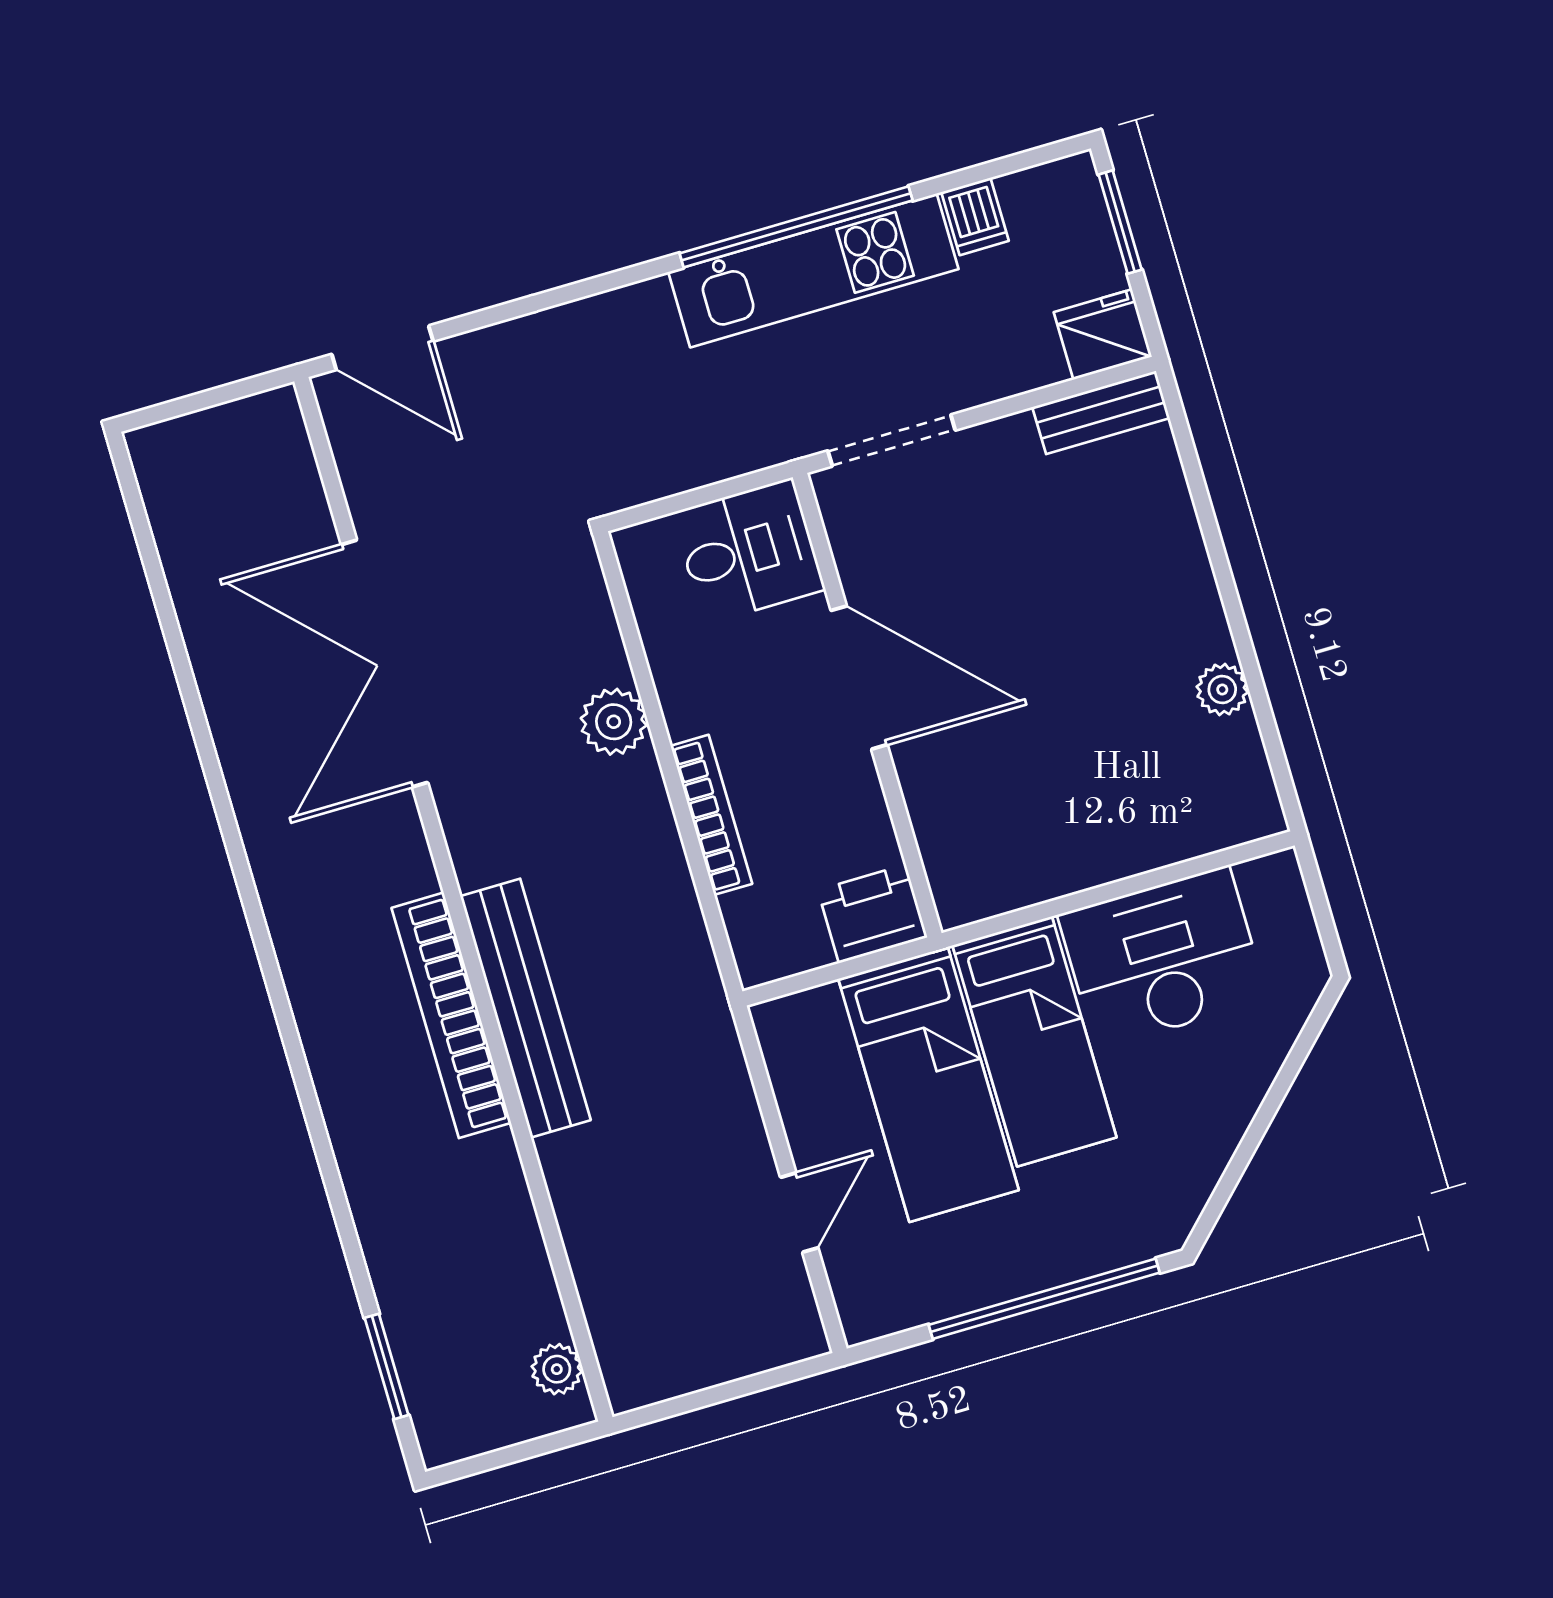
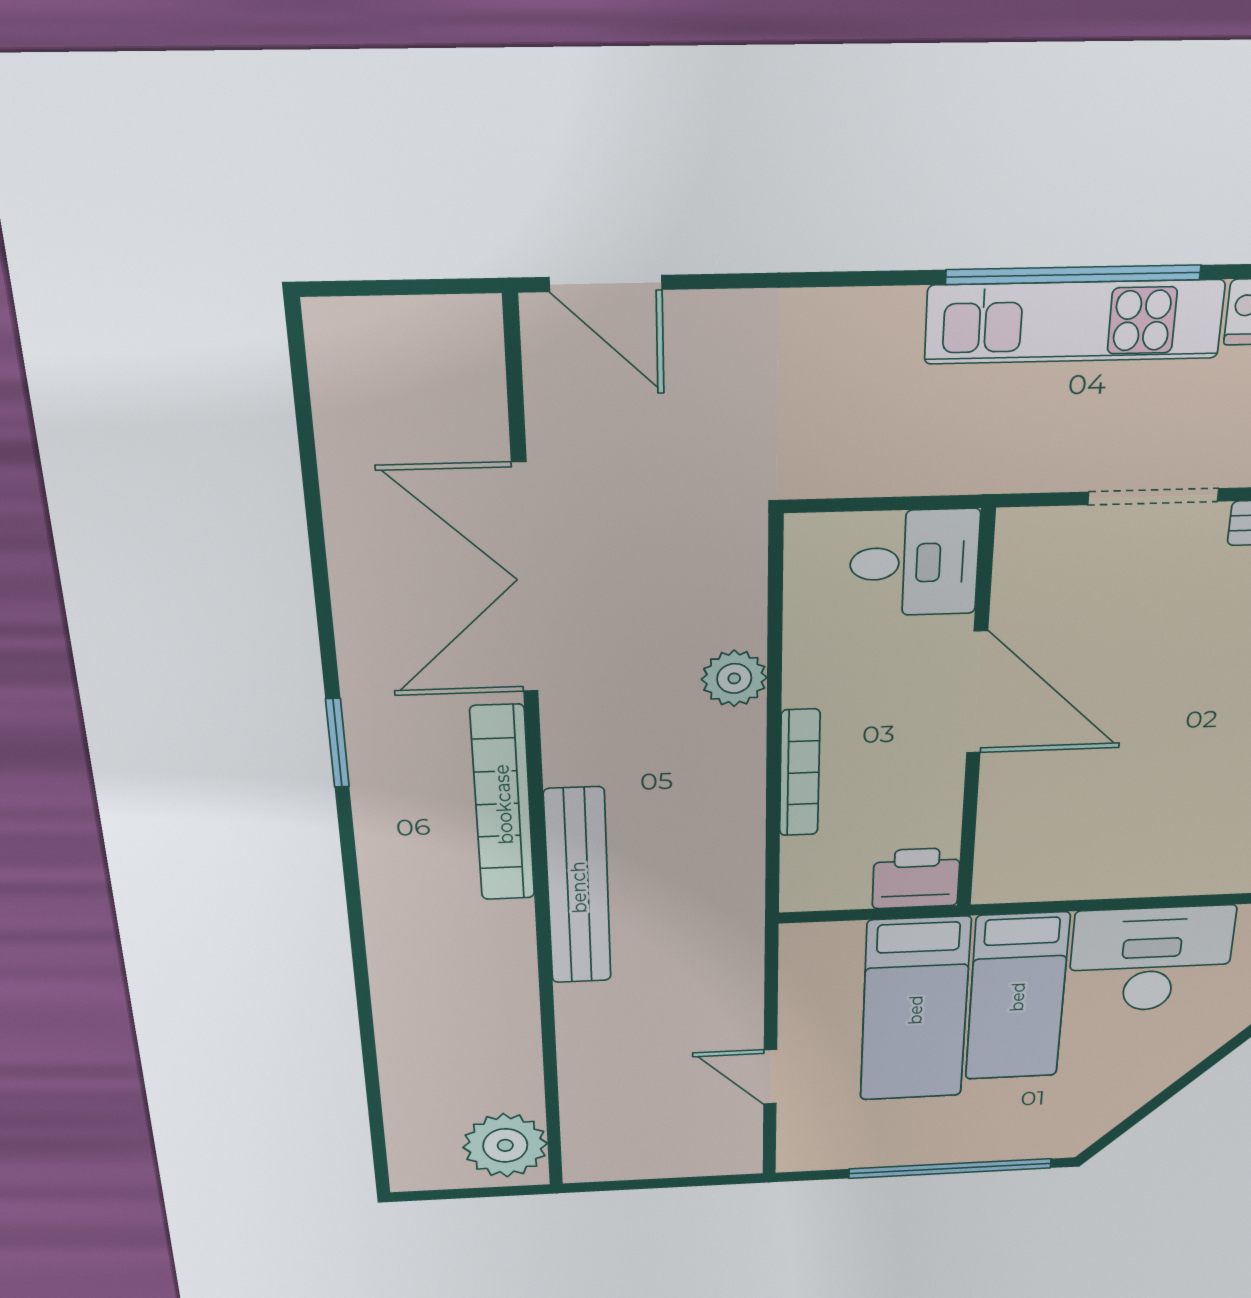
doorway: (892, 440) -> (1153, 497), moved
bookcase: (451, 1015) -> (503, 804), moved
door: (799, 1213) -> (770, 1077), swing flipped
window: (387, 1366) -> (337, 743), moved
plant: (557, 1369) -> (505, 1145), width x1.87, depth x1.87

